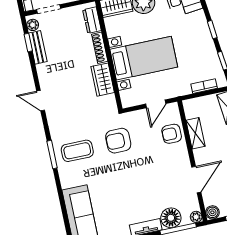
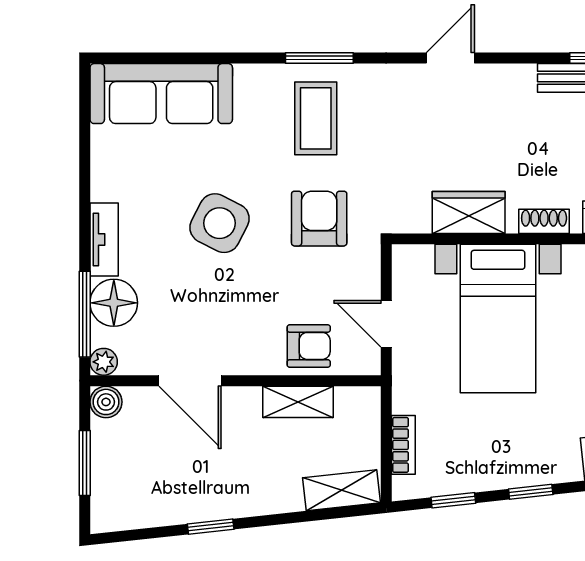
shoe rack: (100, 48) -> (544, 221), width x0.70
armchair: (172, 134) -> (309, 346), turned 90
side table: (129, 181) -> (220, 223), added

